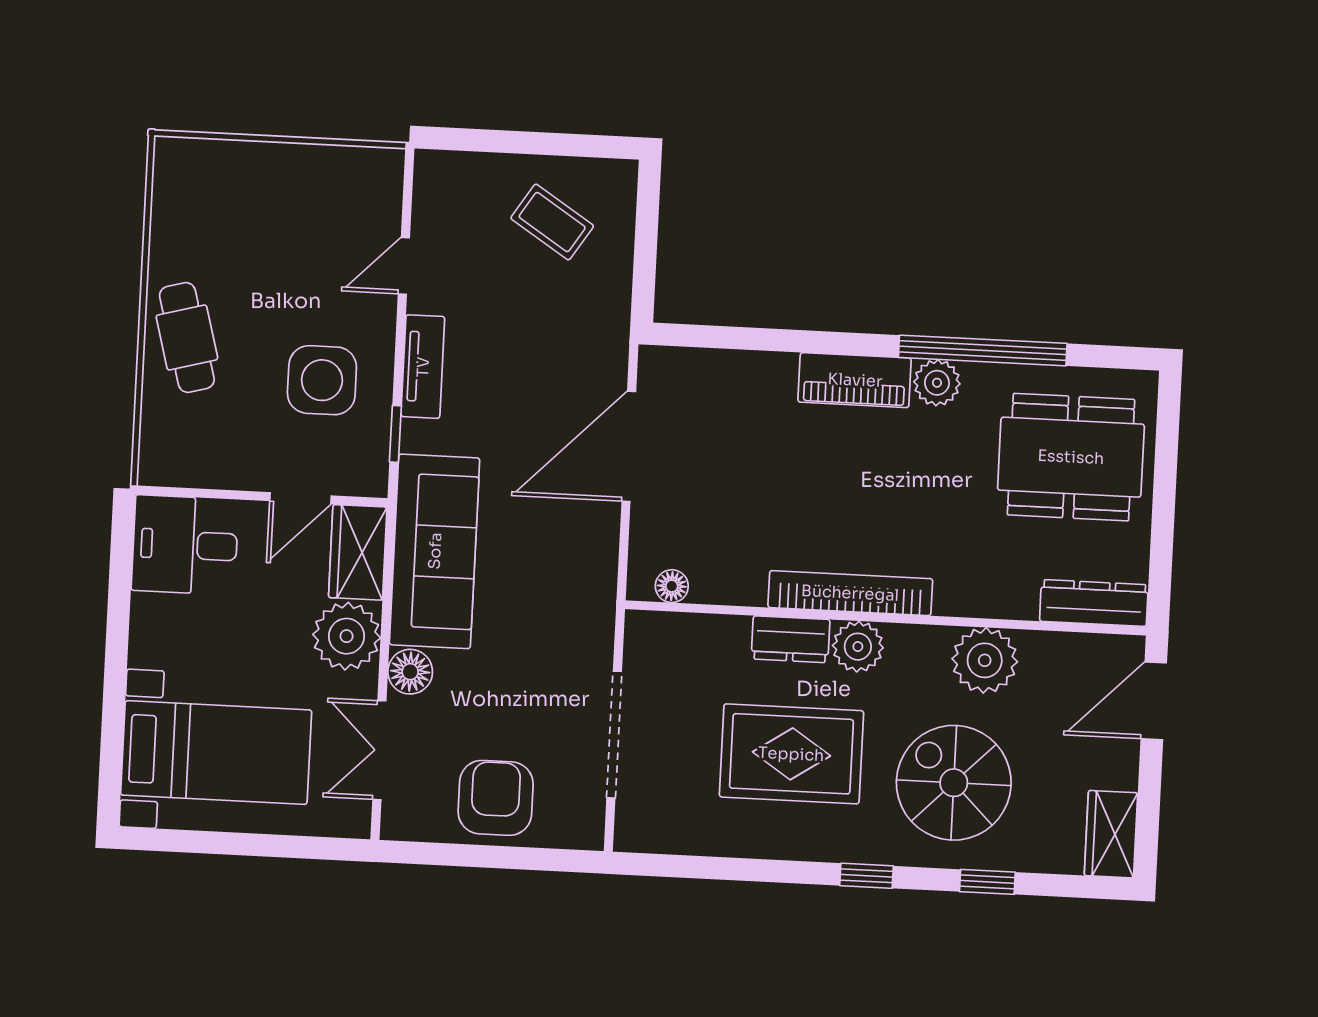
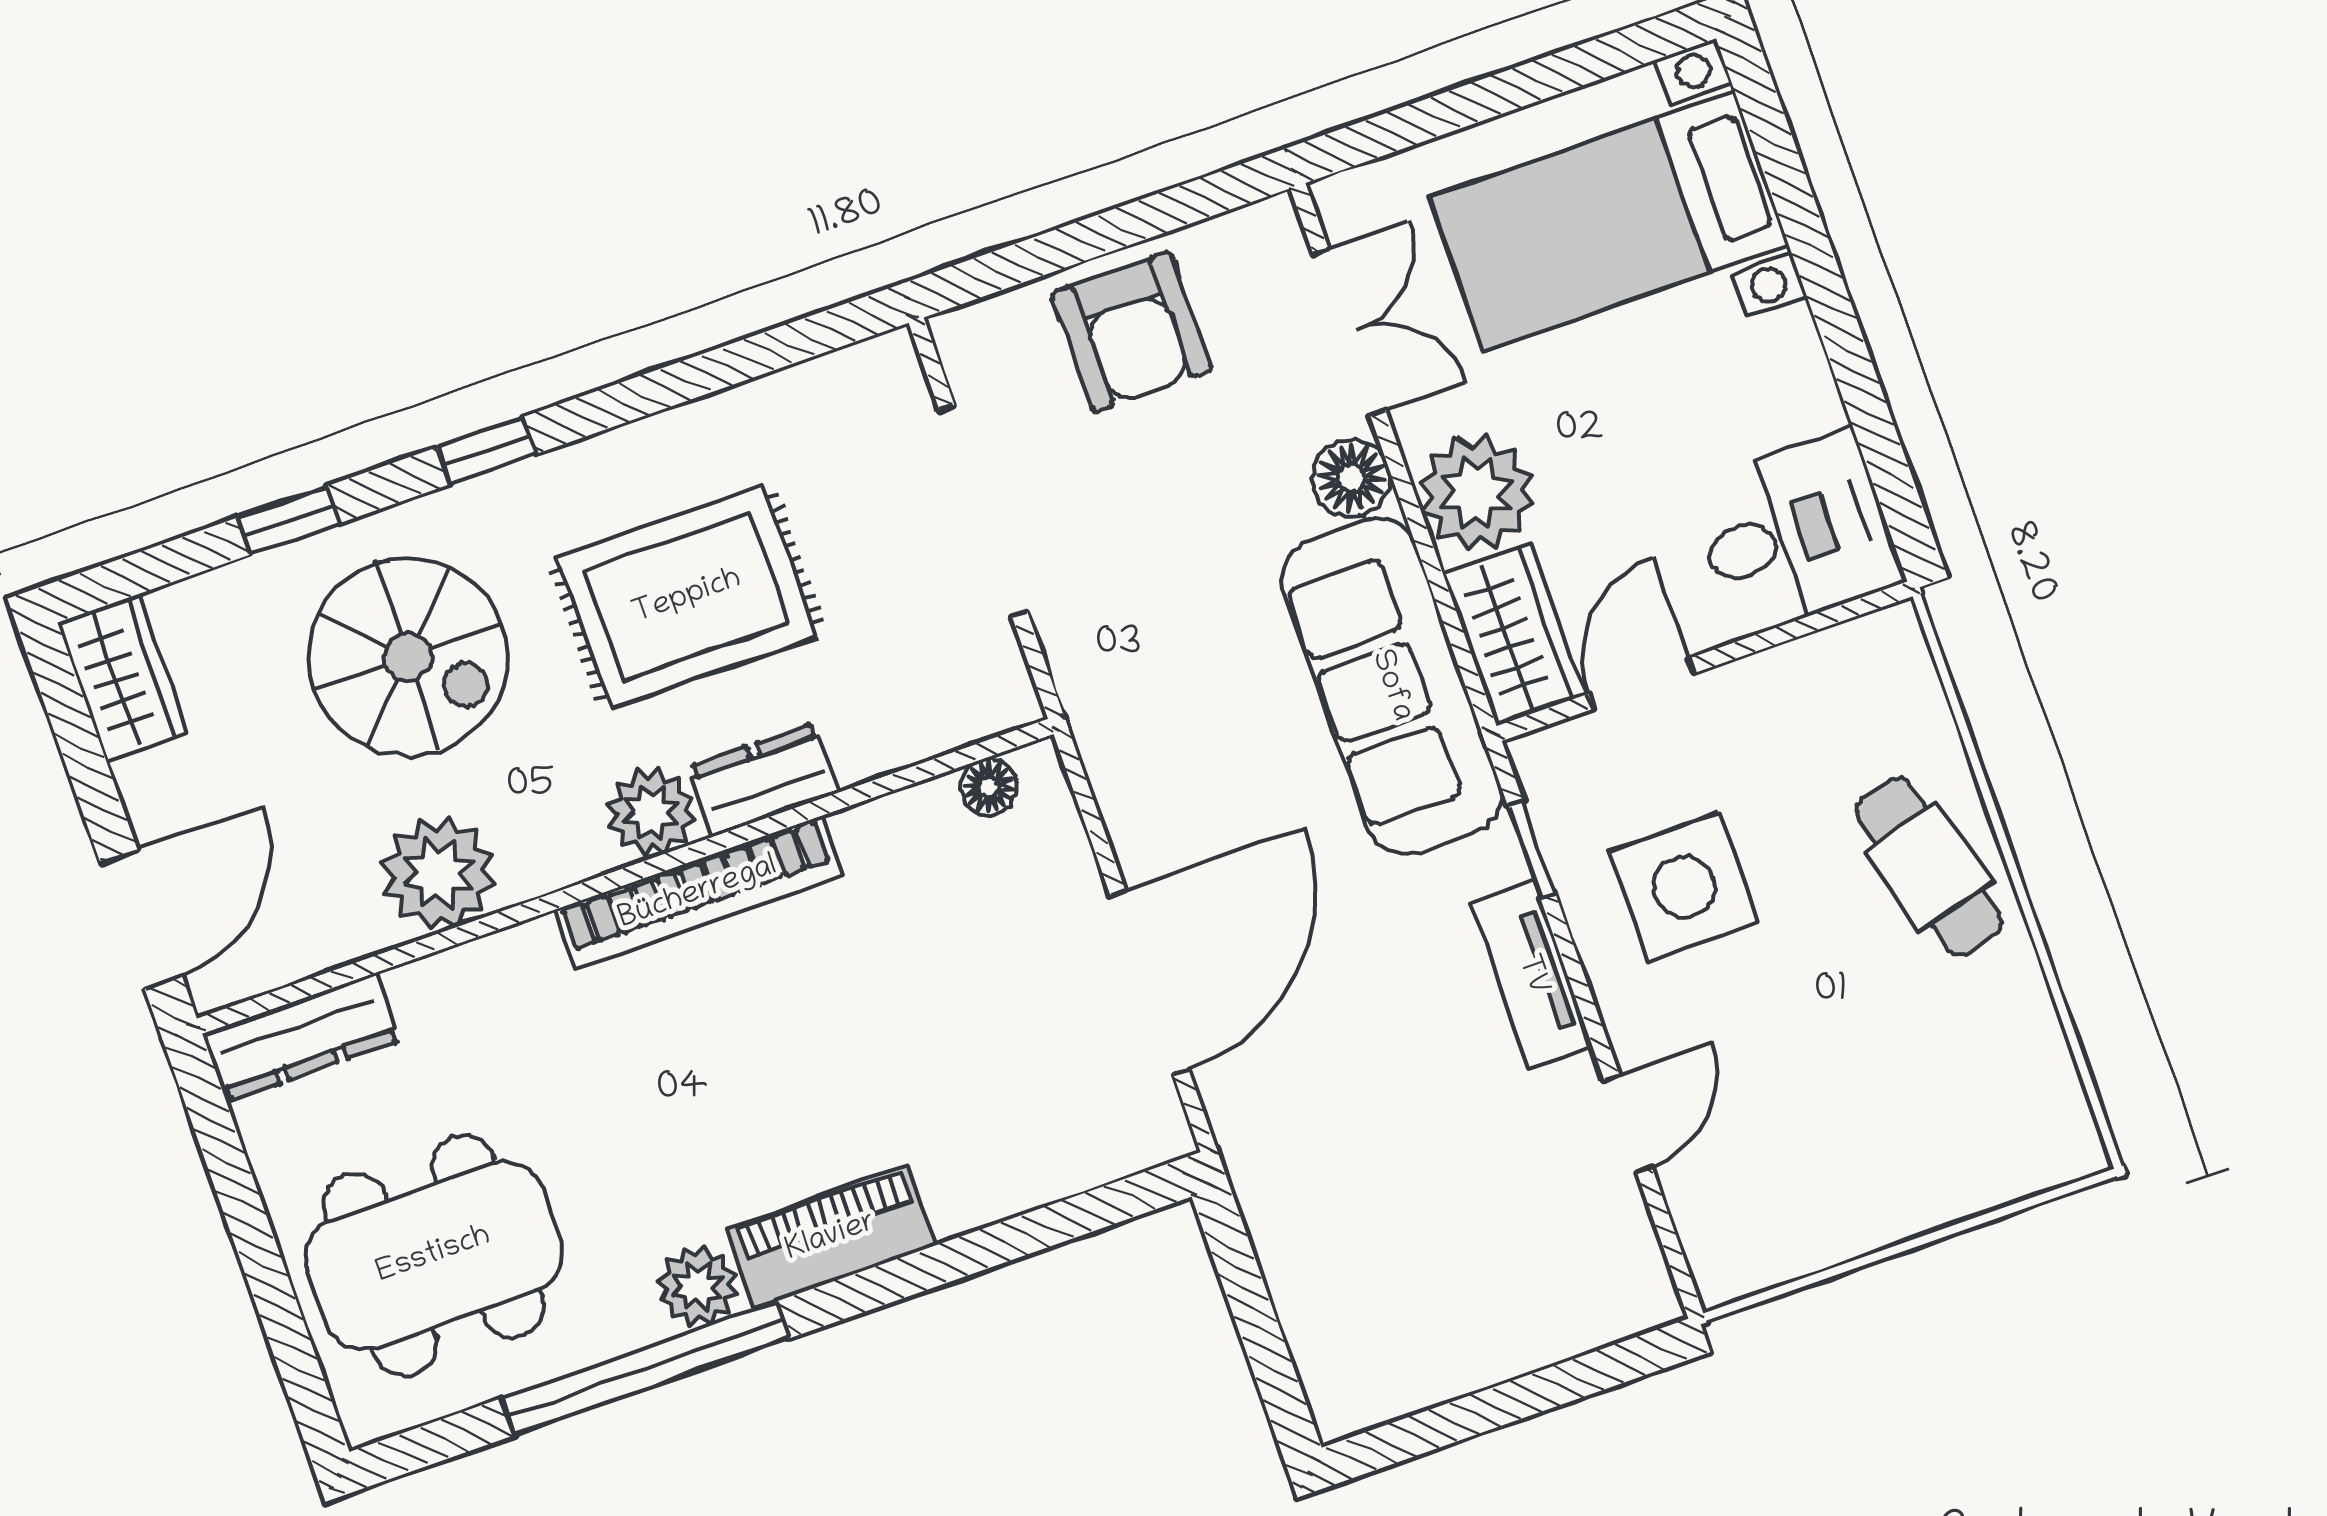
coffee table: (552, 222) -> (1419, 1291), removed

